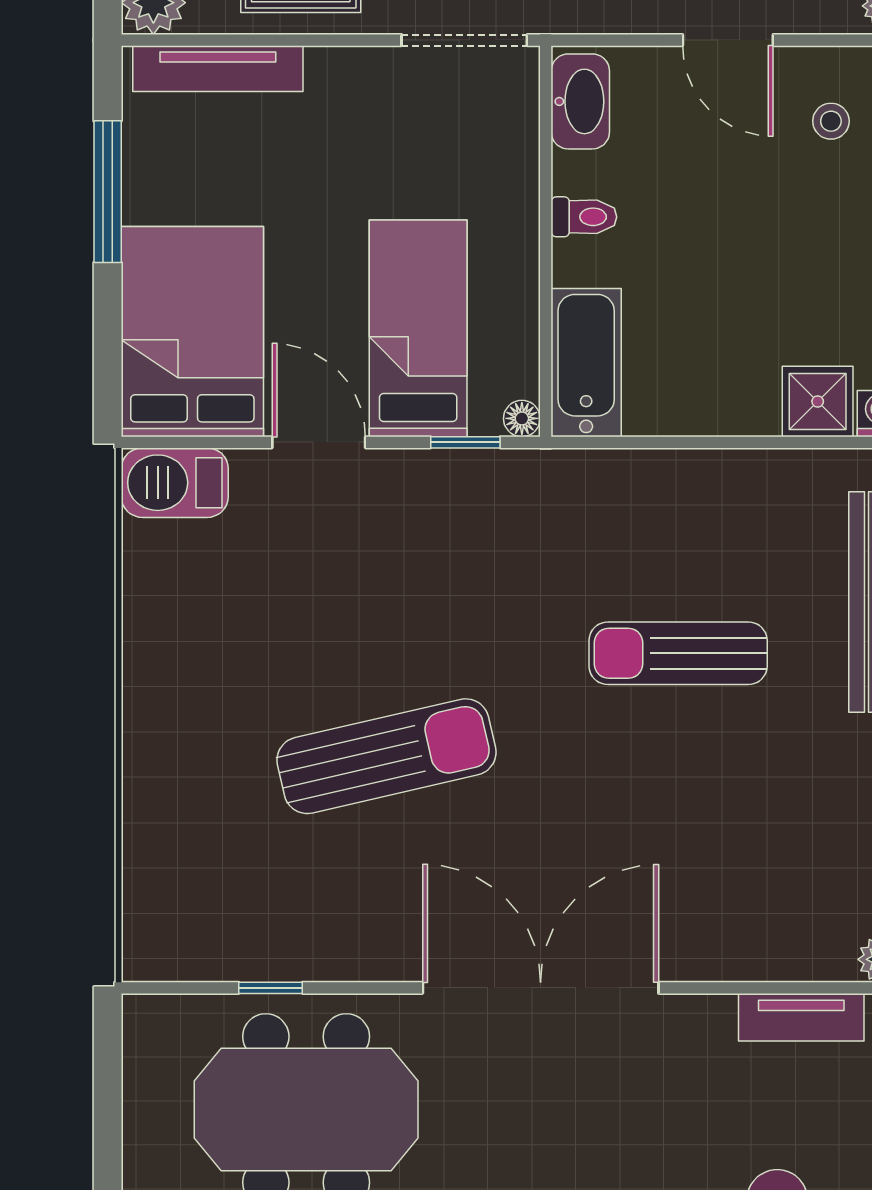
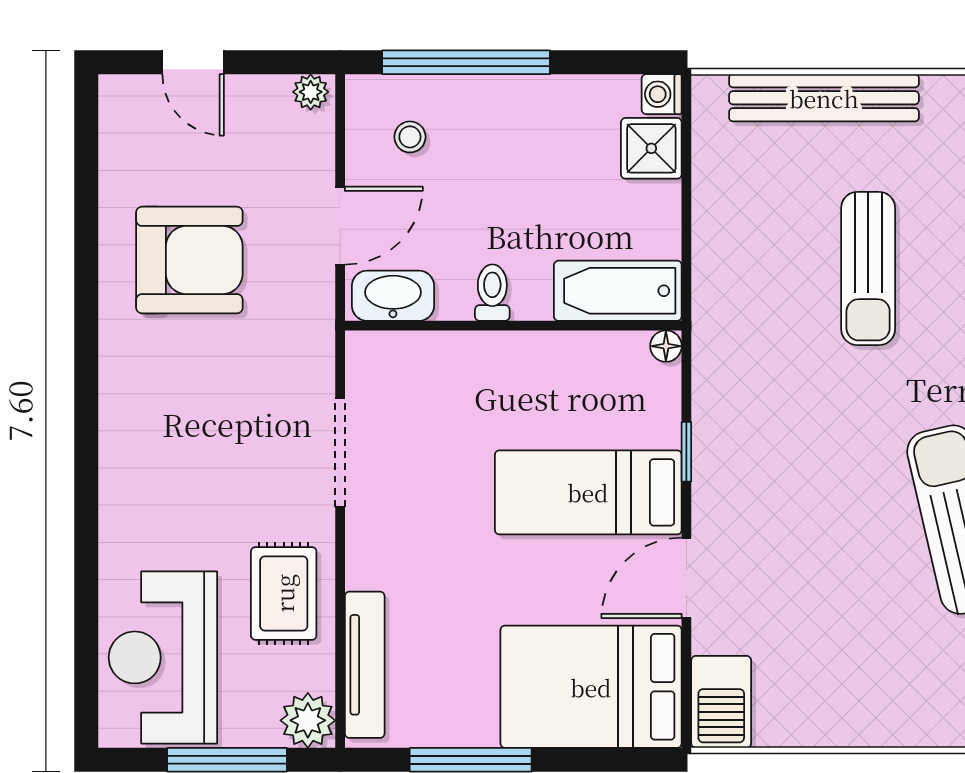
washbasin: (580, 101) -> (393, 296), moved
toilet: (584, 217) -> (492, 293), moved
wall: (546, 241) -> (513, 326), moved
bathtub: (586, 363) -> (618, 291), moved
floor lamp: (522, 418) -> (666, 346), moved

